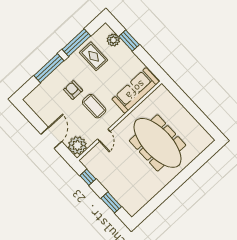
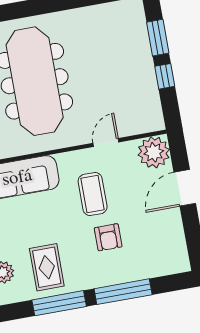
window: (88, 177) -> (165, 76), moved

